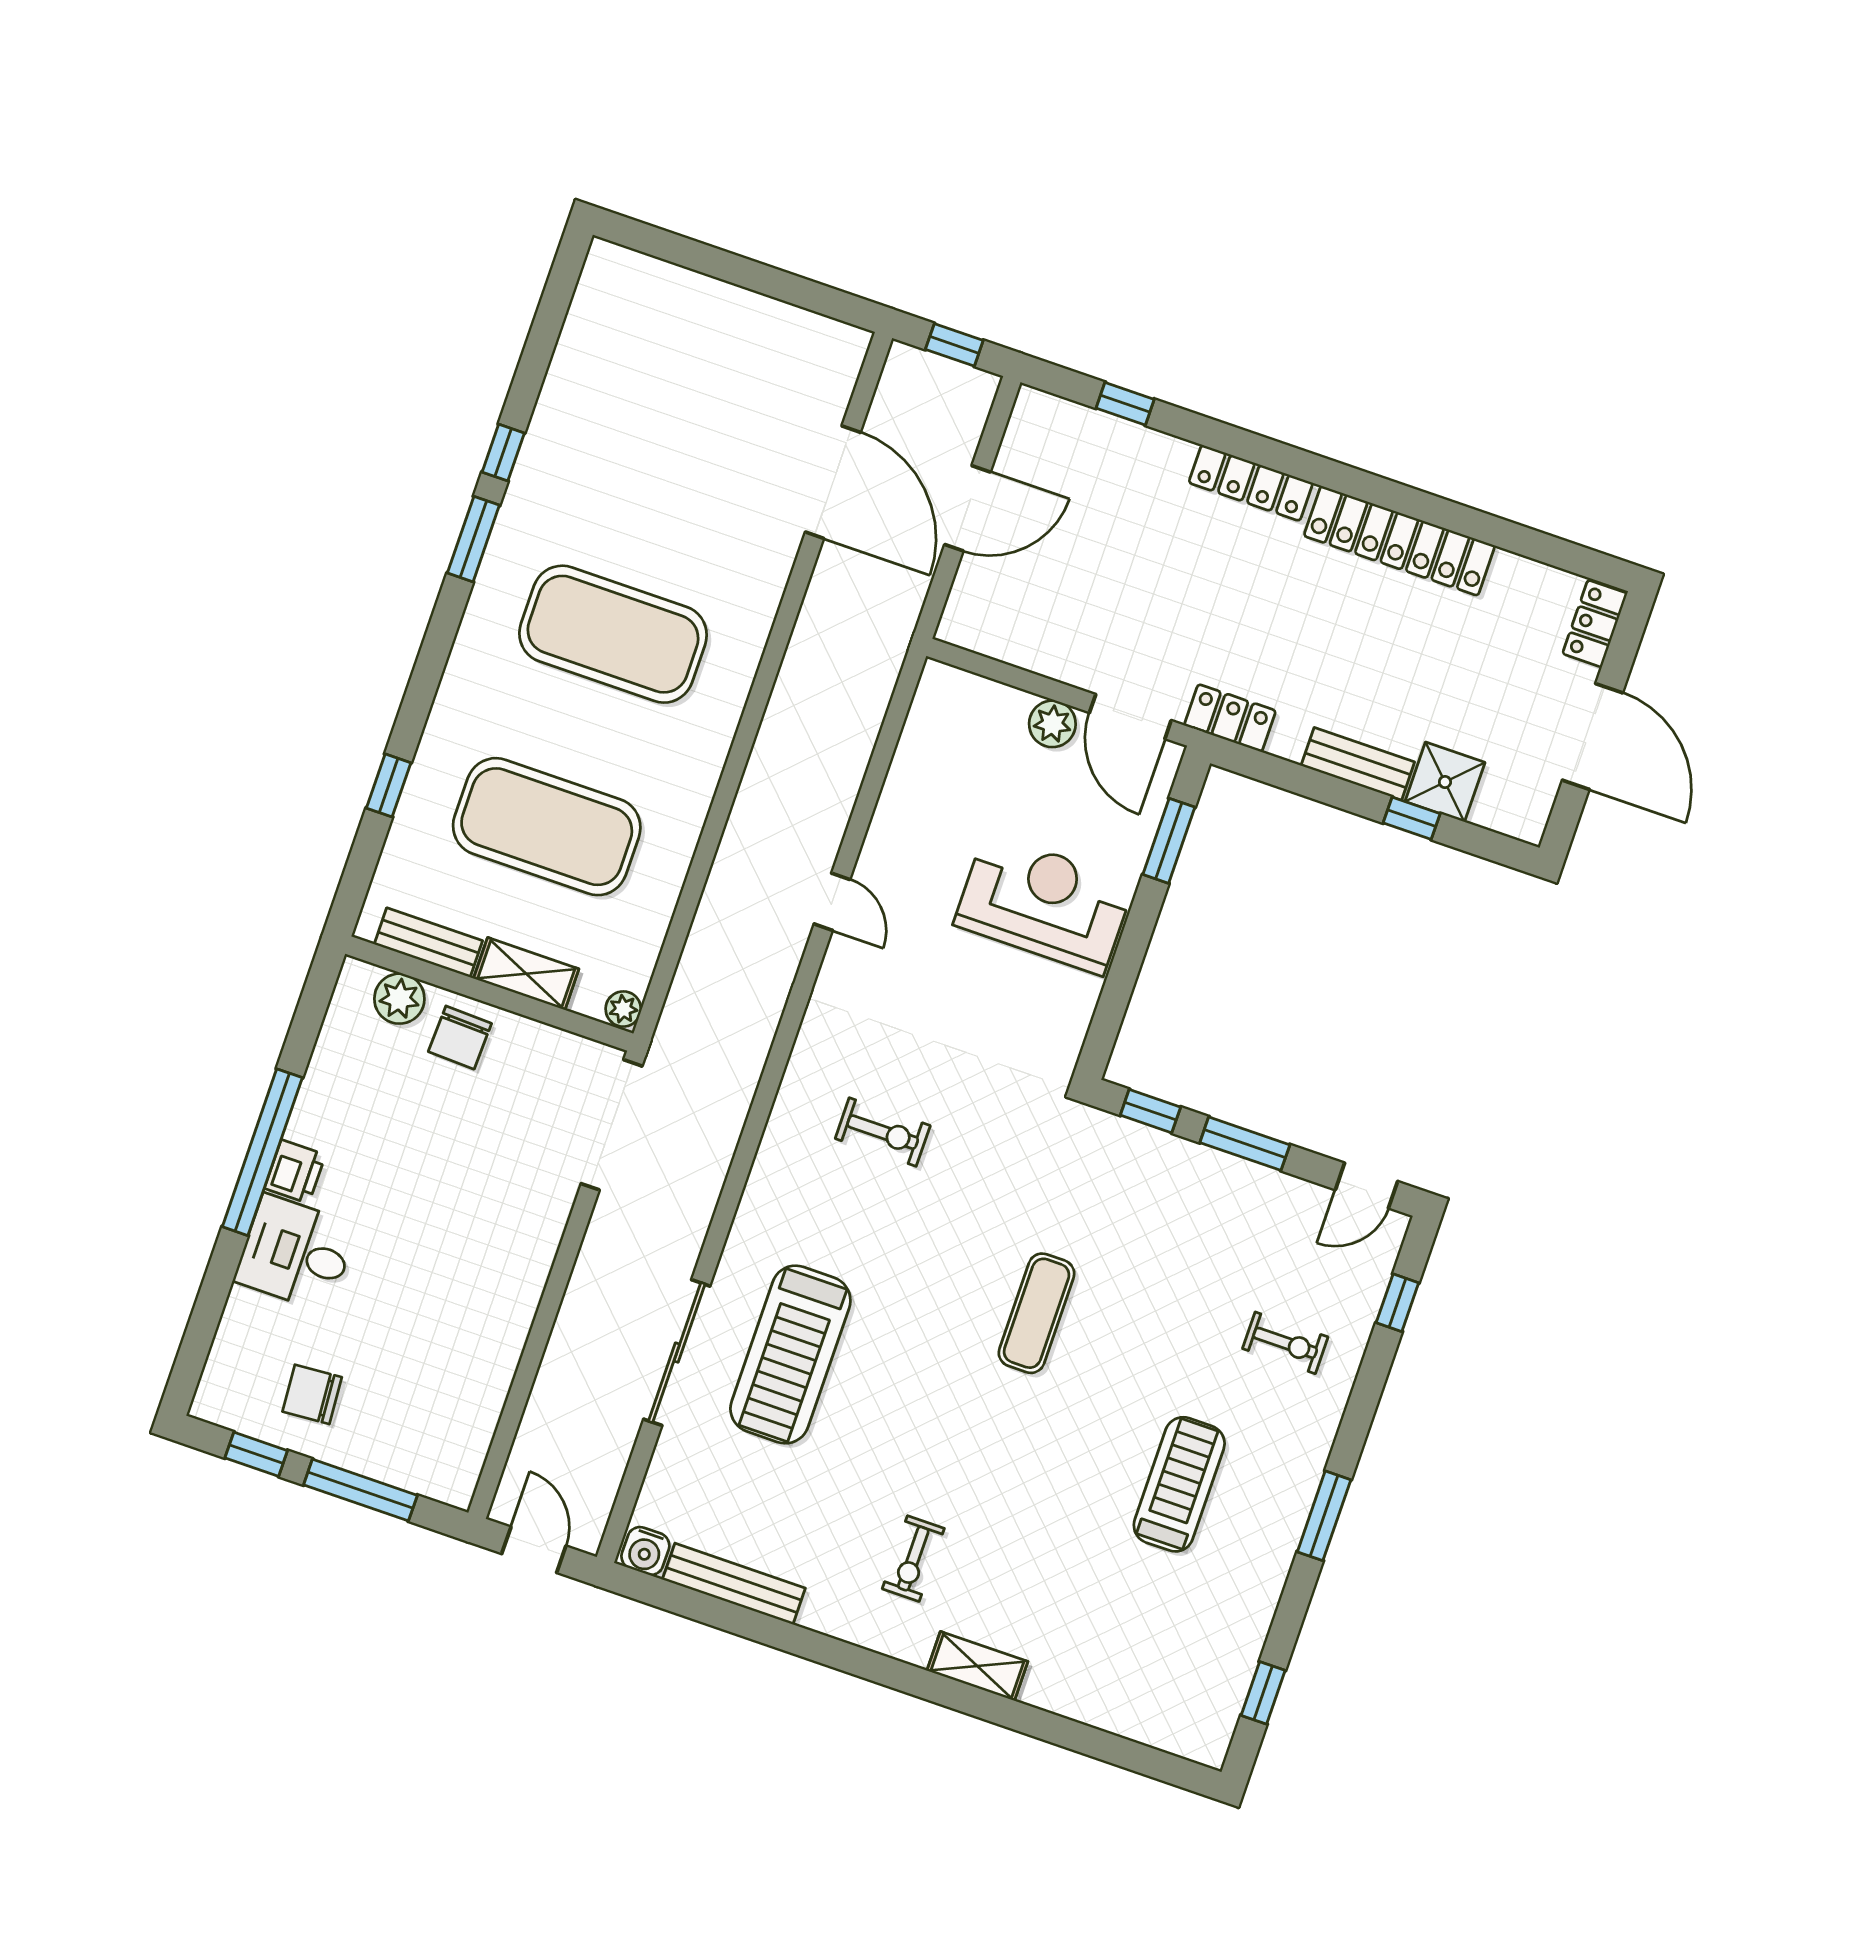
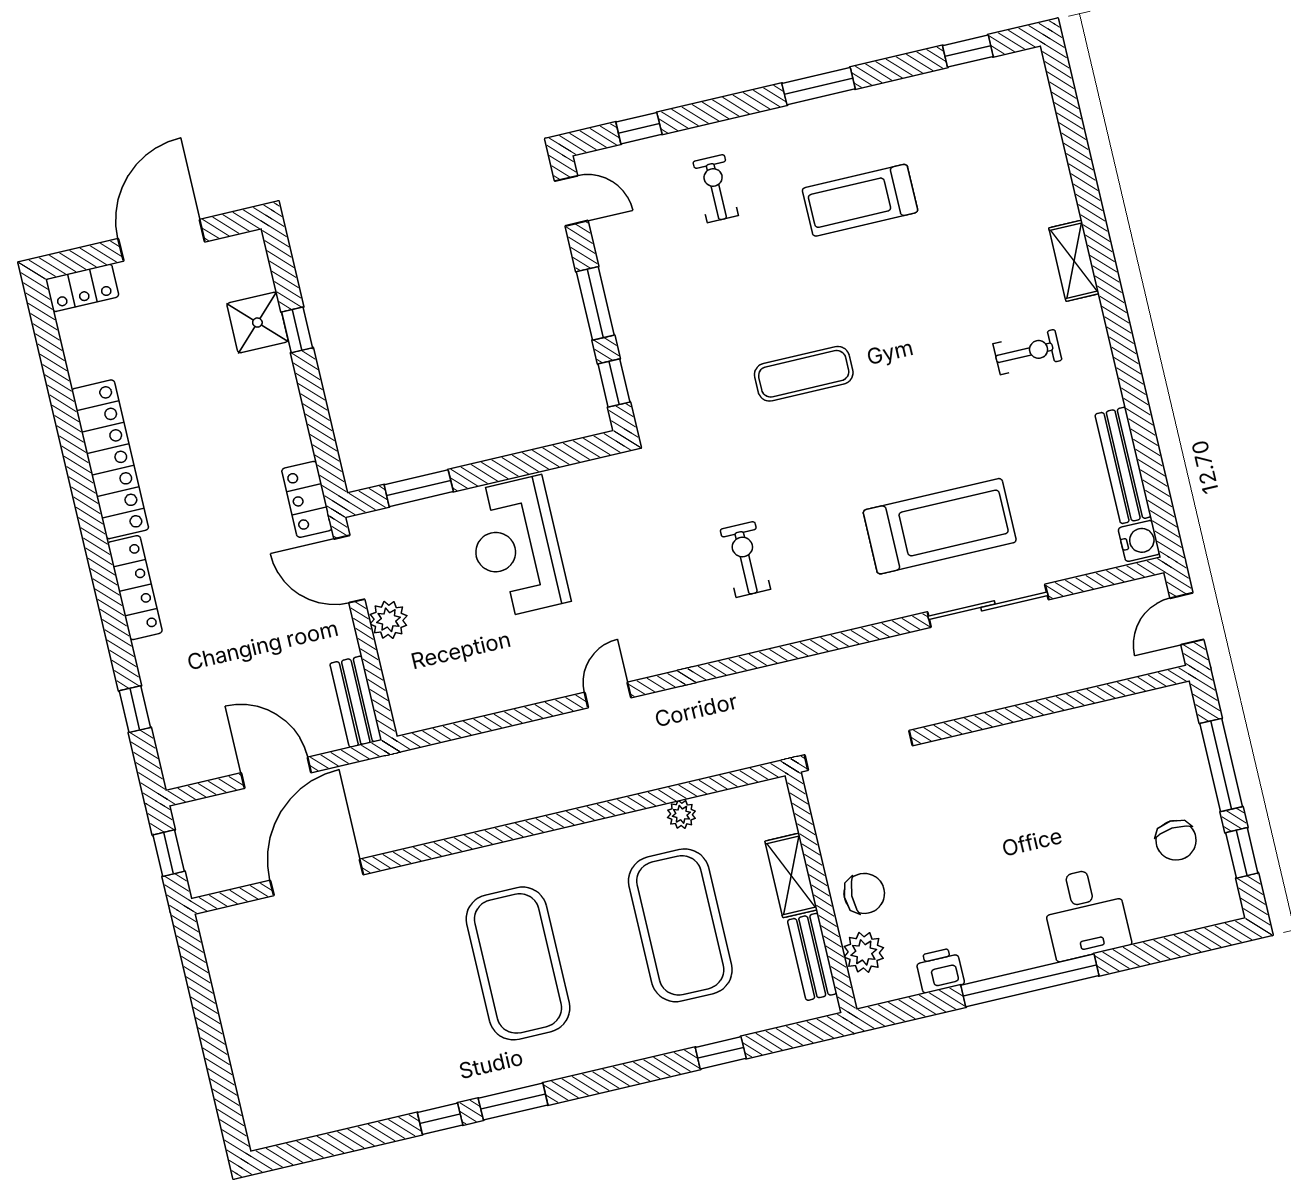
door: (1130, 717) -> (349, 569), swing flipped
bench: (1358, 764) -> (356, 702), moved
plant: (623, 1009) -> (681, 814), moved
printer: (295, 1172) -> (940, 970), moved

